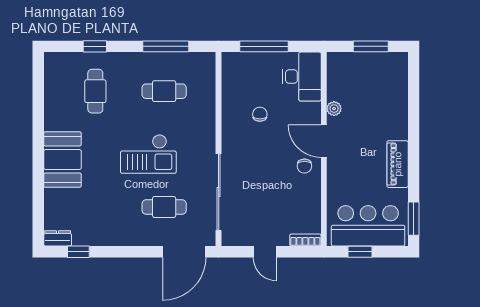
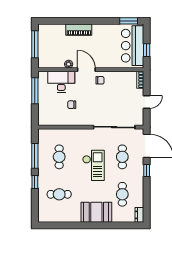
window: (95, 46) -> (35, 182), moved
window: (264, 46) -> (35, 91), moved
window: (371, 46) -> (35, 44), width x1.44
desk: (302, 77) -> (61, 82), moved
door: (324, 141) -> (86, 70), swing flipped
piano: (398, 164) -> (79, 30), moved
cafe table: (95, 207) -> (122, 194), added
window: (78, 252) -> (147, 171), moved

